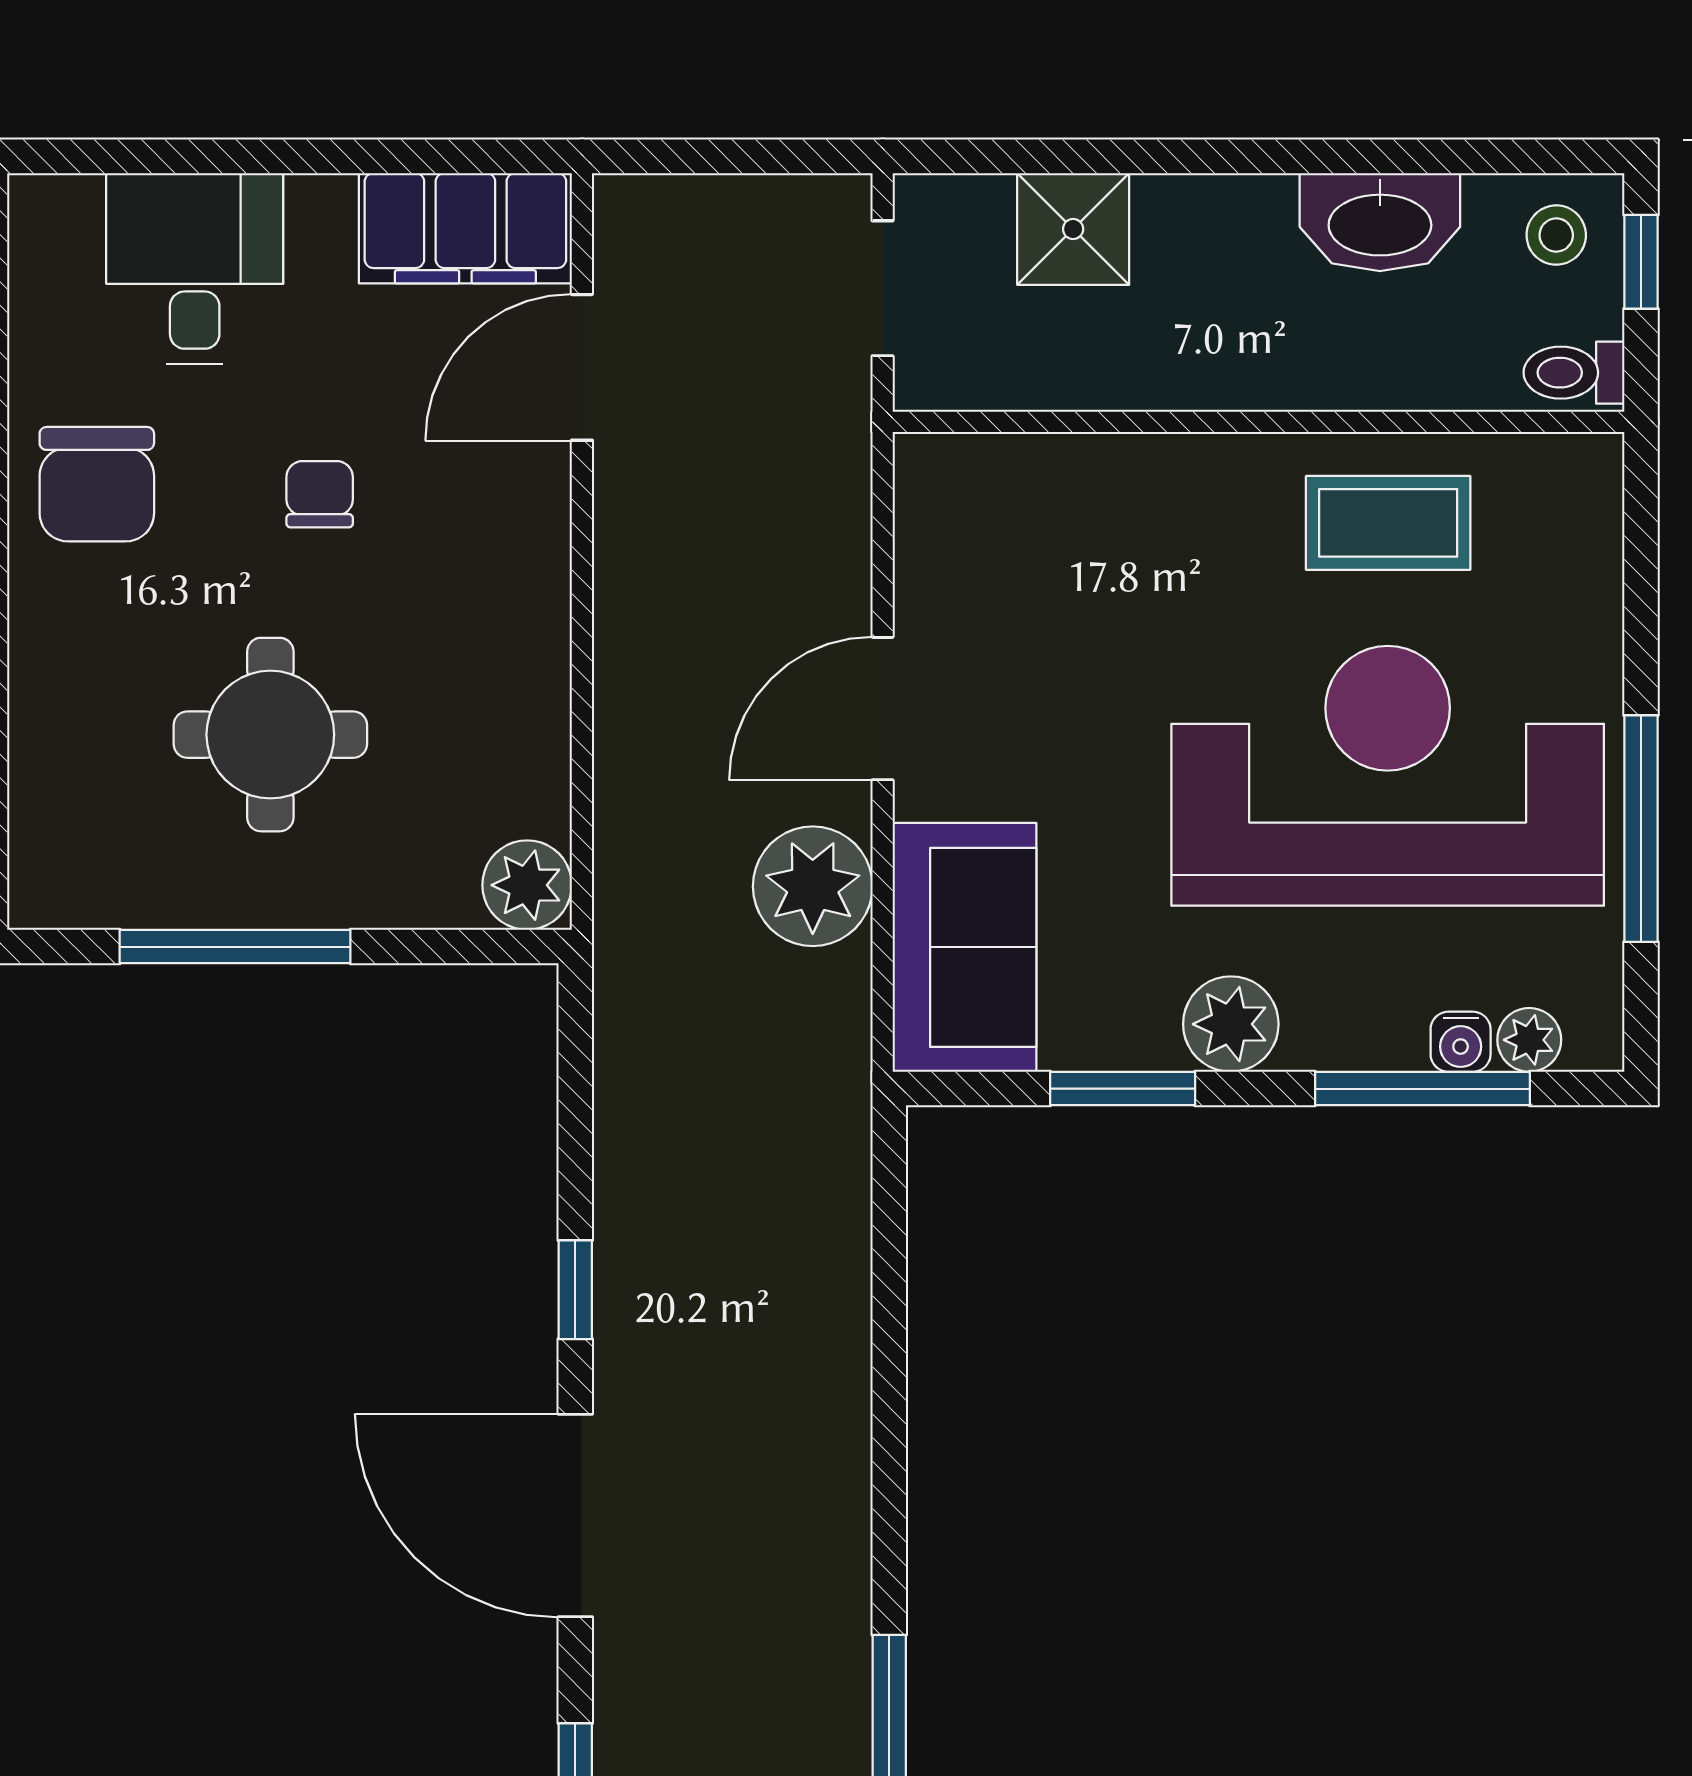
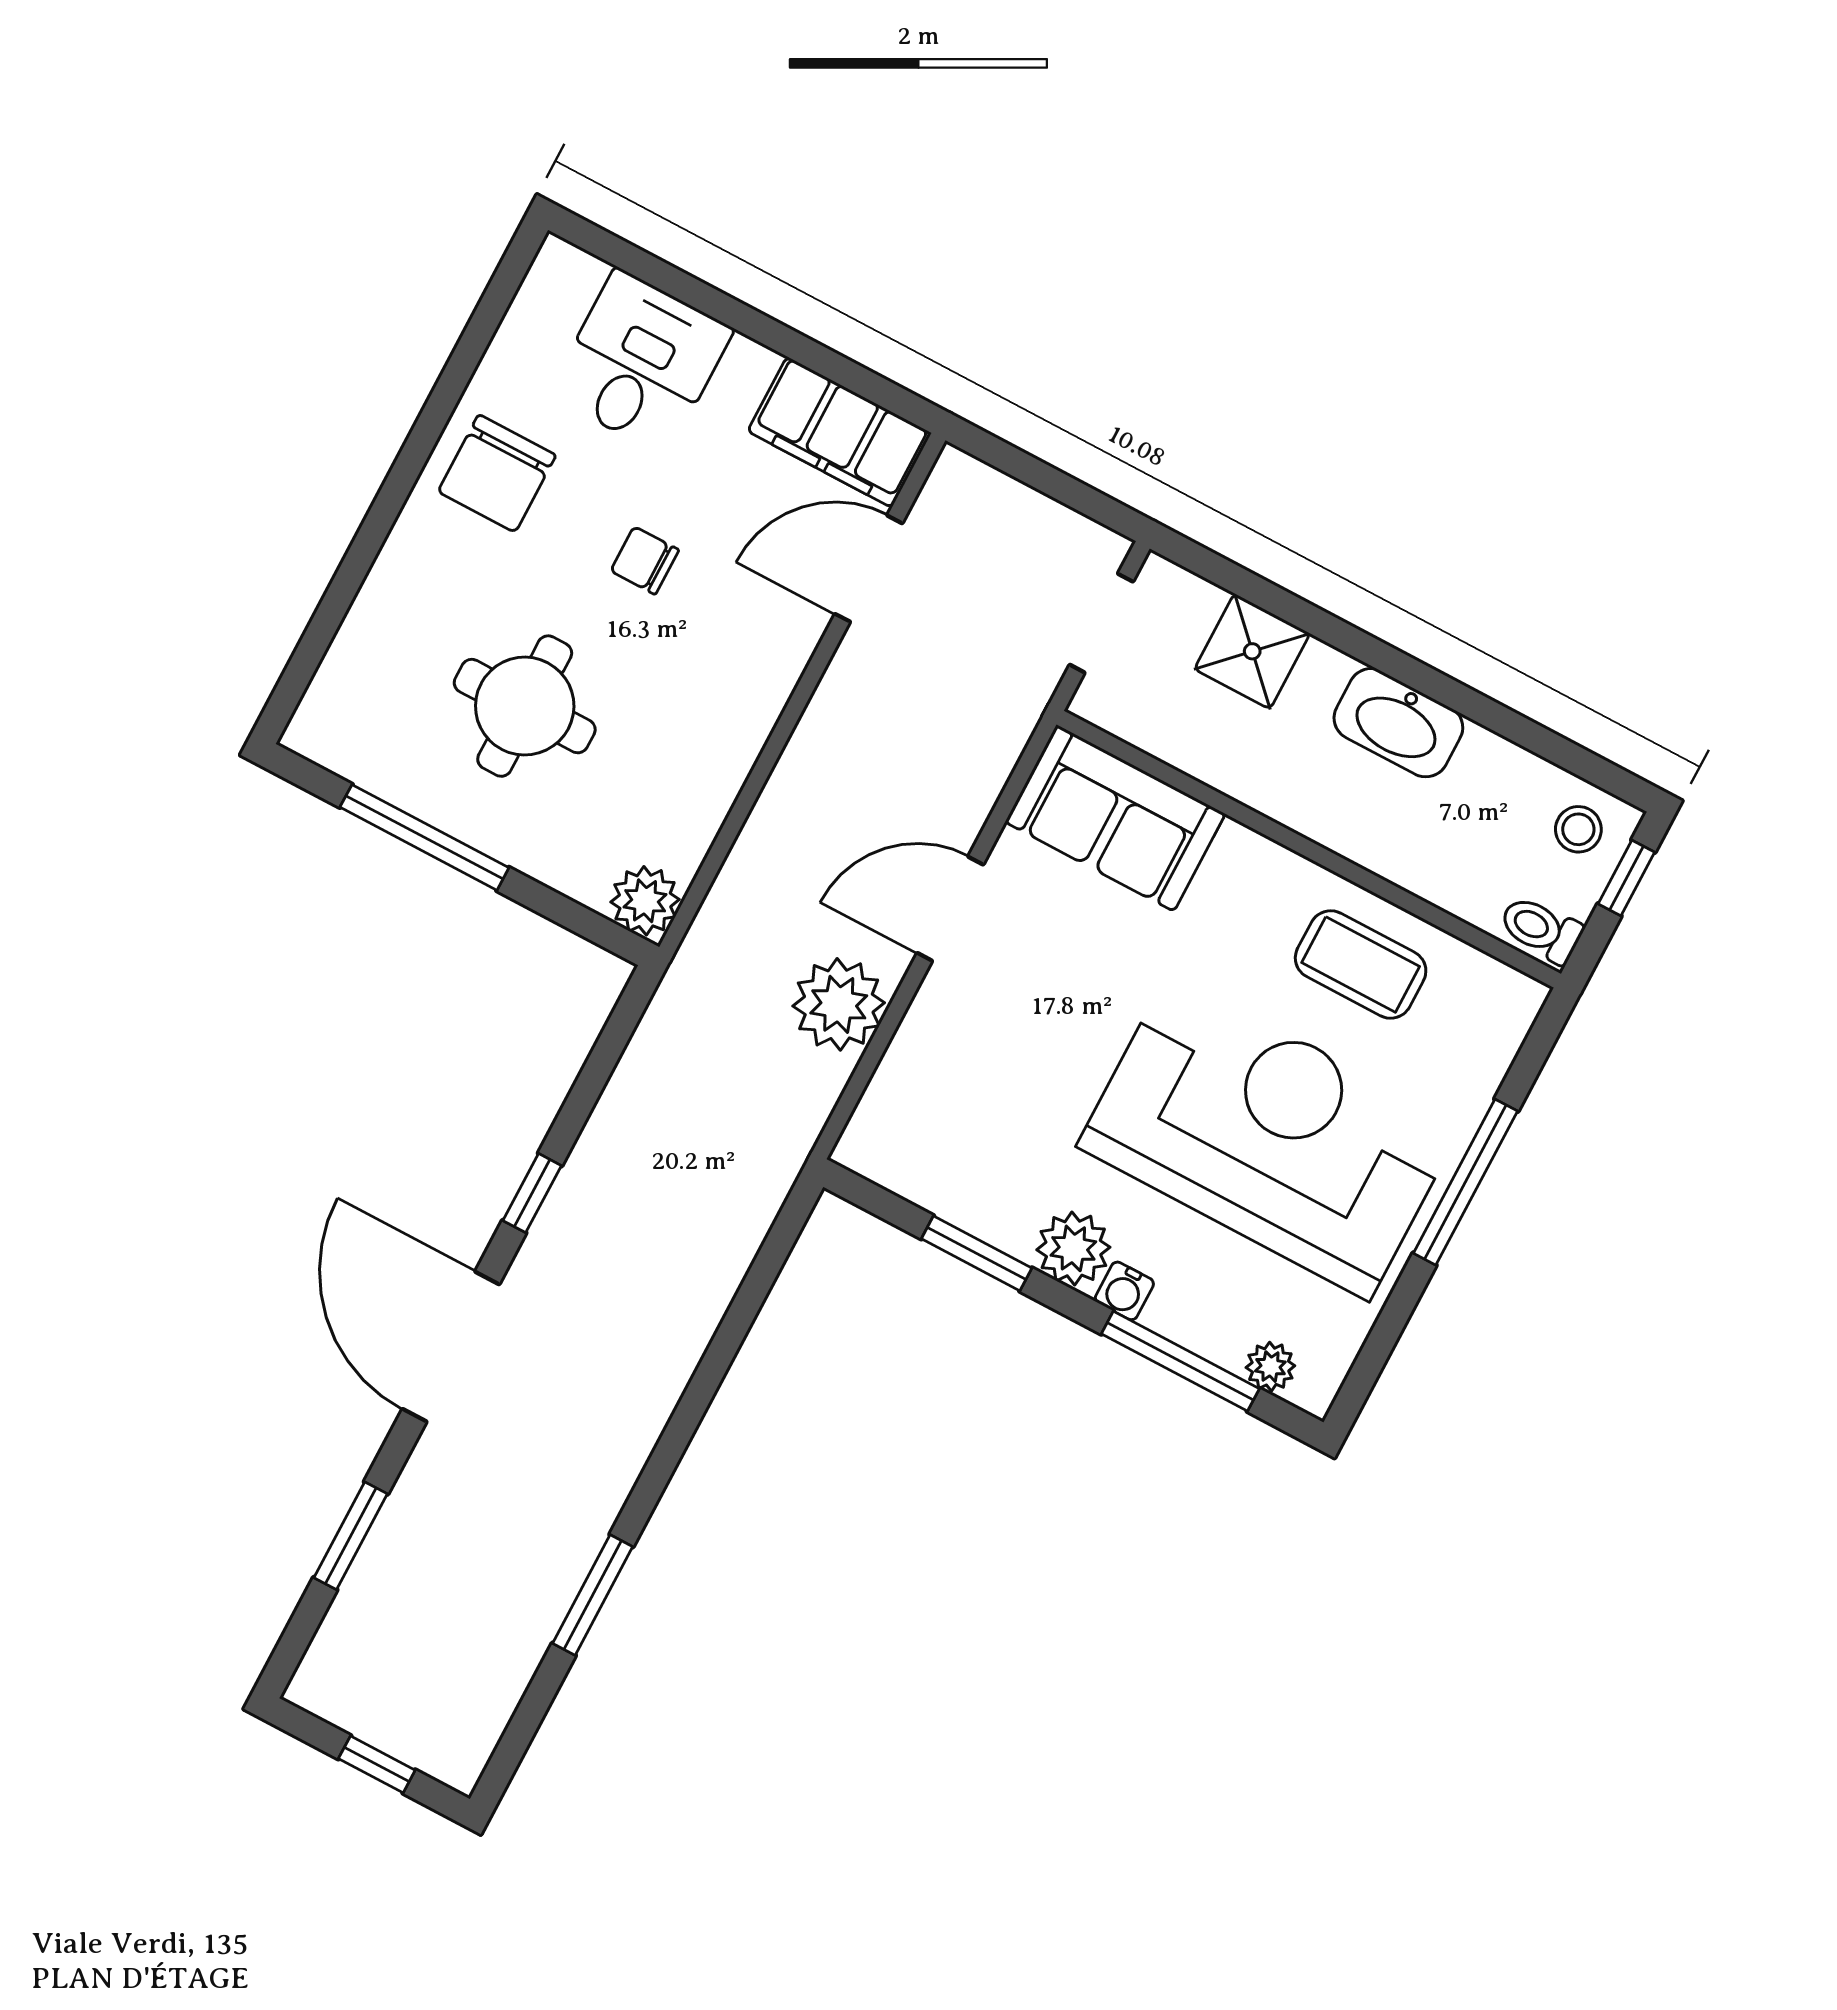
washbasin: (1380, 222) -> (1398, 723), moved
chair: (320, 494) -> (645, 560), turned -90
window: (1641, 829) -> (1465, 1182), moved
sofa: (965, 947) -> (1115, 818), moved, turned 90
water cooler: (1461, 1042) -> (1124, 1291), moved

